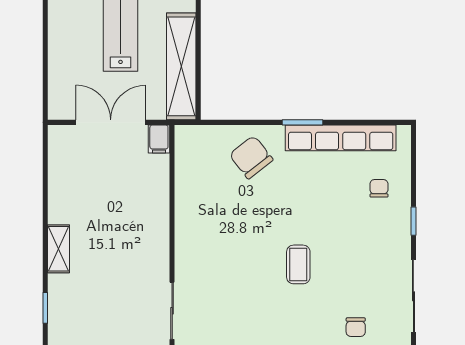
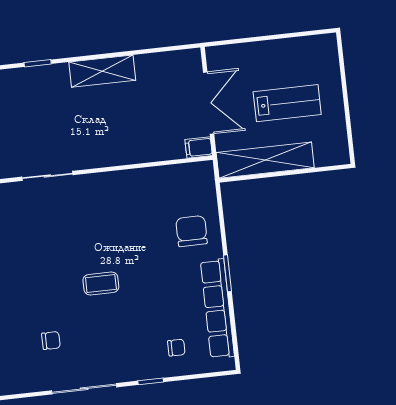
chair: (251, 157) -> (191, 231), turned -52
shelving: (59, 249) -> (102, 71), width x1.50, depth x1.33
chair: (356, 327) -> (51, 341), turned 180

